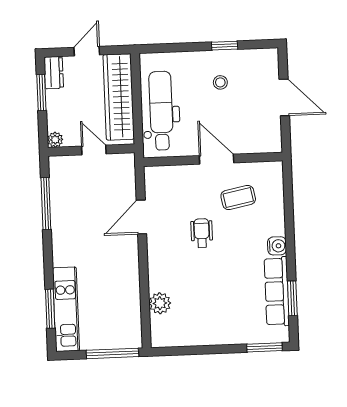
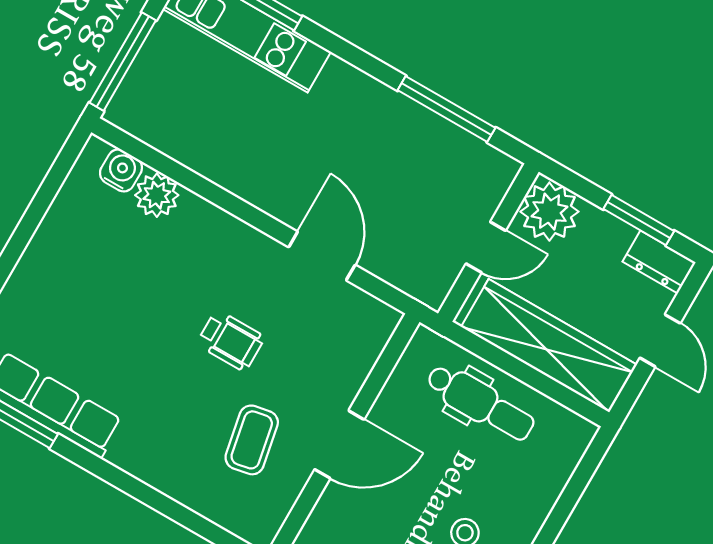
dental chair: (161, 111) -> (480, 403), width x0.73, depth x0.72
plant: (55, 140) -> (549, 212), width x1.88, depth x1.88
water cooler: (277, 246) -> (121, 170), moved, turned 180

